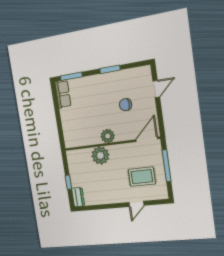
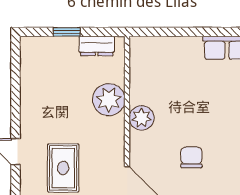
dresser: (78, 197) -> (97, 46), moved

